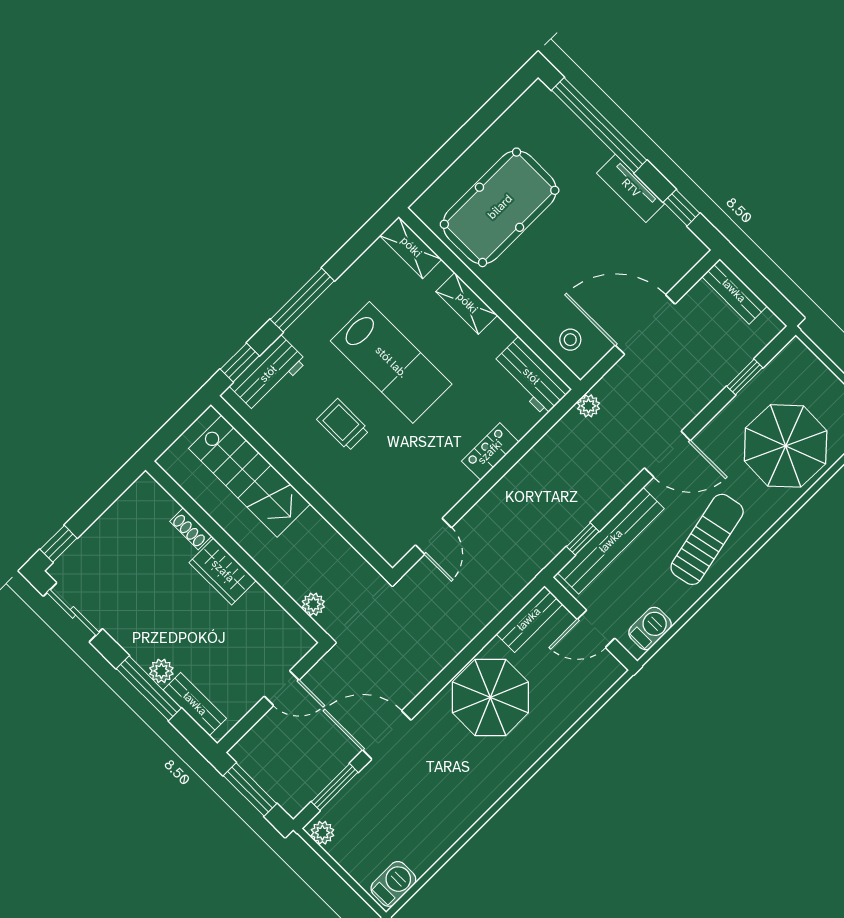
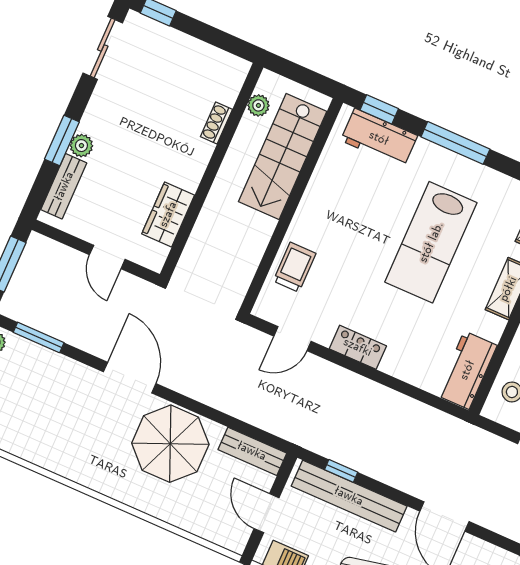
plant: (588, 406) -> (460, 431), removed
trolley: (343, 425) -> (295, 267), moved
locker: (490, 452) -> (358, 347), moved
wardrobe: (223, 571) -> (168, 214), moved
plant: (313, 604) -> (258, 105), moved
window: (149, 688) -> (62, 140), width x0.69
door: (387, 735) -> (130, 378), moved

